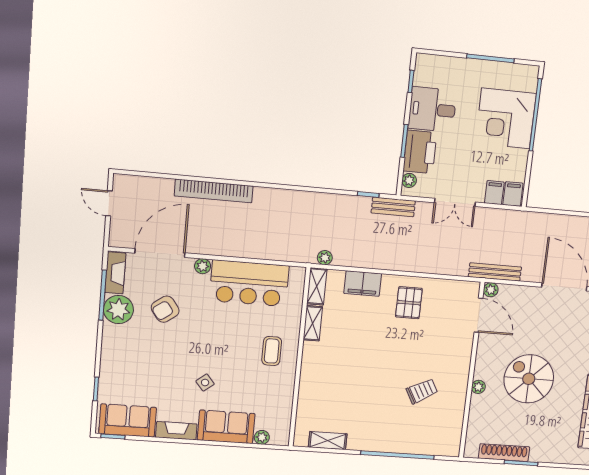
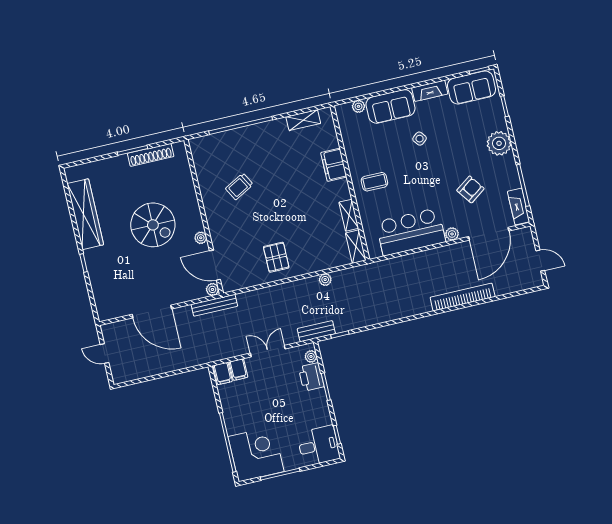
desk: (432, 109) -> (318, 446), moved
corner desk: (506, 118) -> (256, 454), moved
printer: (420, 152) -> (311, 377), width x0.73, depth x0.84
plant: (325, 258) -> (325, 280), moved
filing cabinet: (363, 284) -> (334, 165), moved, turned -90
plant: (118, 310) -> (499, 143), moved
coffee table: (272, 351) -> (374, 182), turned 90
plant: (478, 387) -> (201, 238), moved

